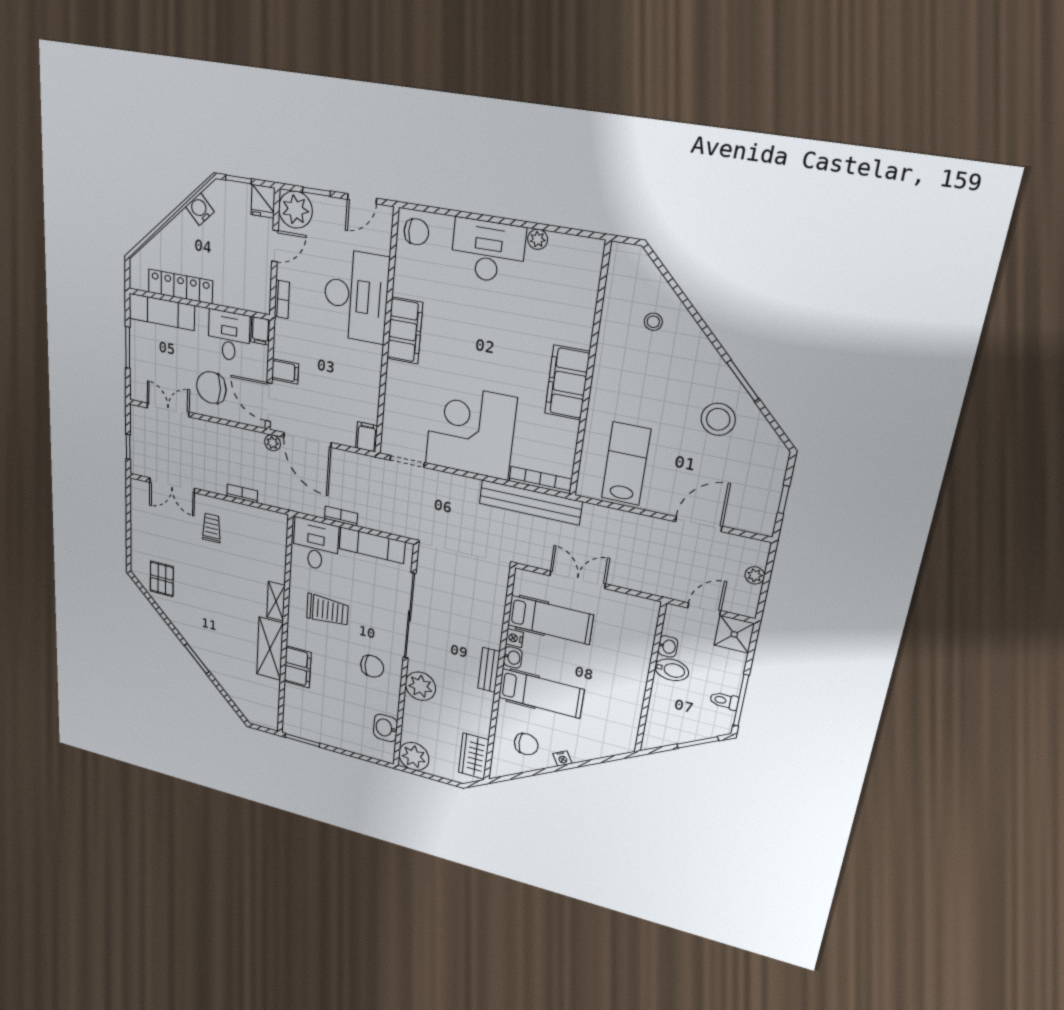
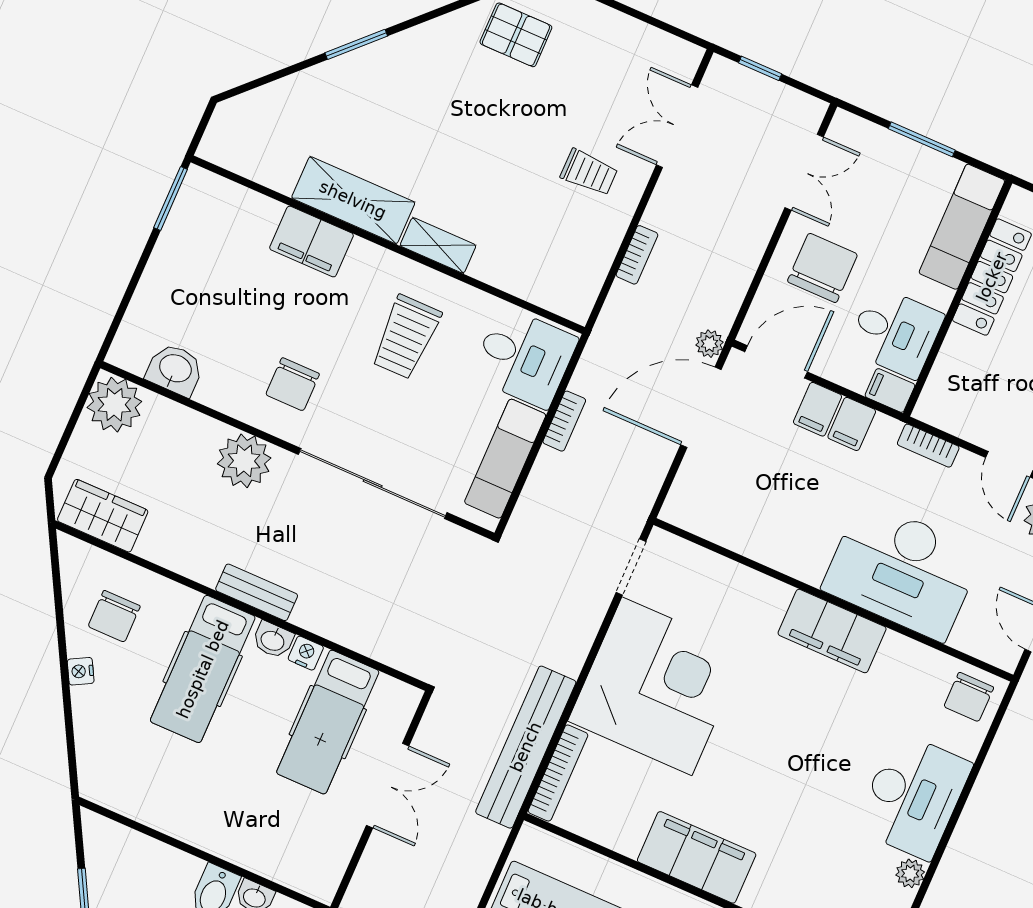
filing cabinet: (366, 437) -> (852, 424), moved, turned 90

